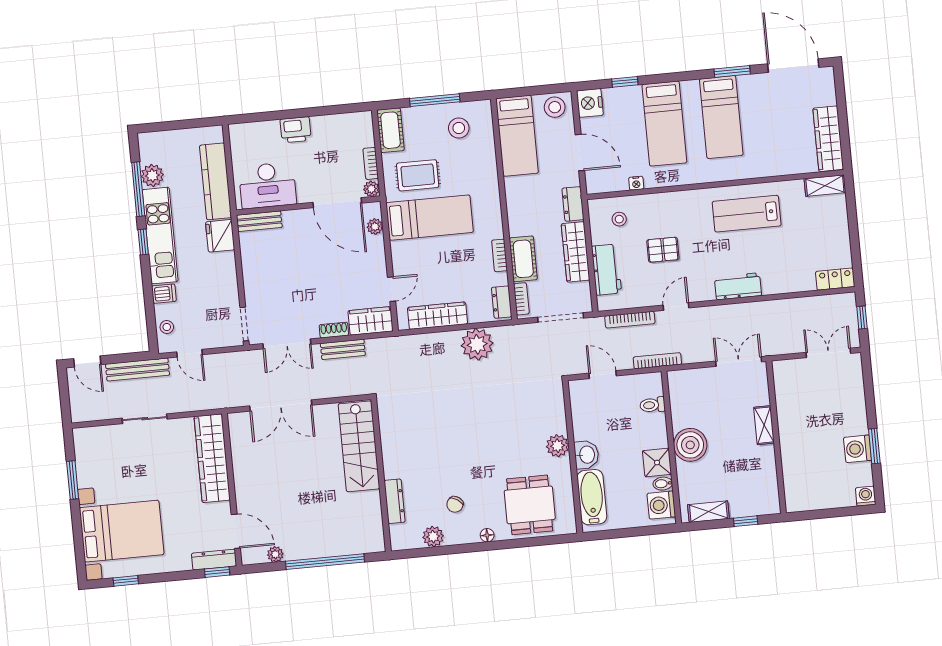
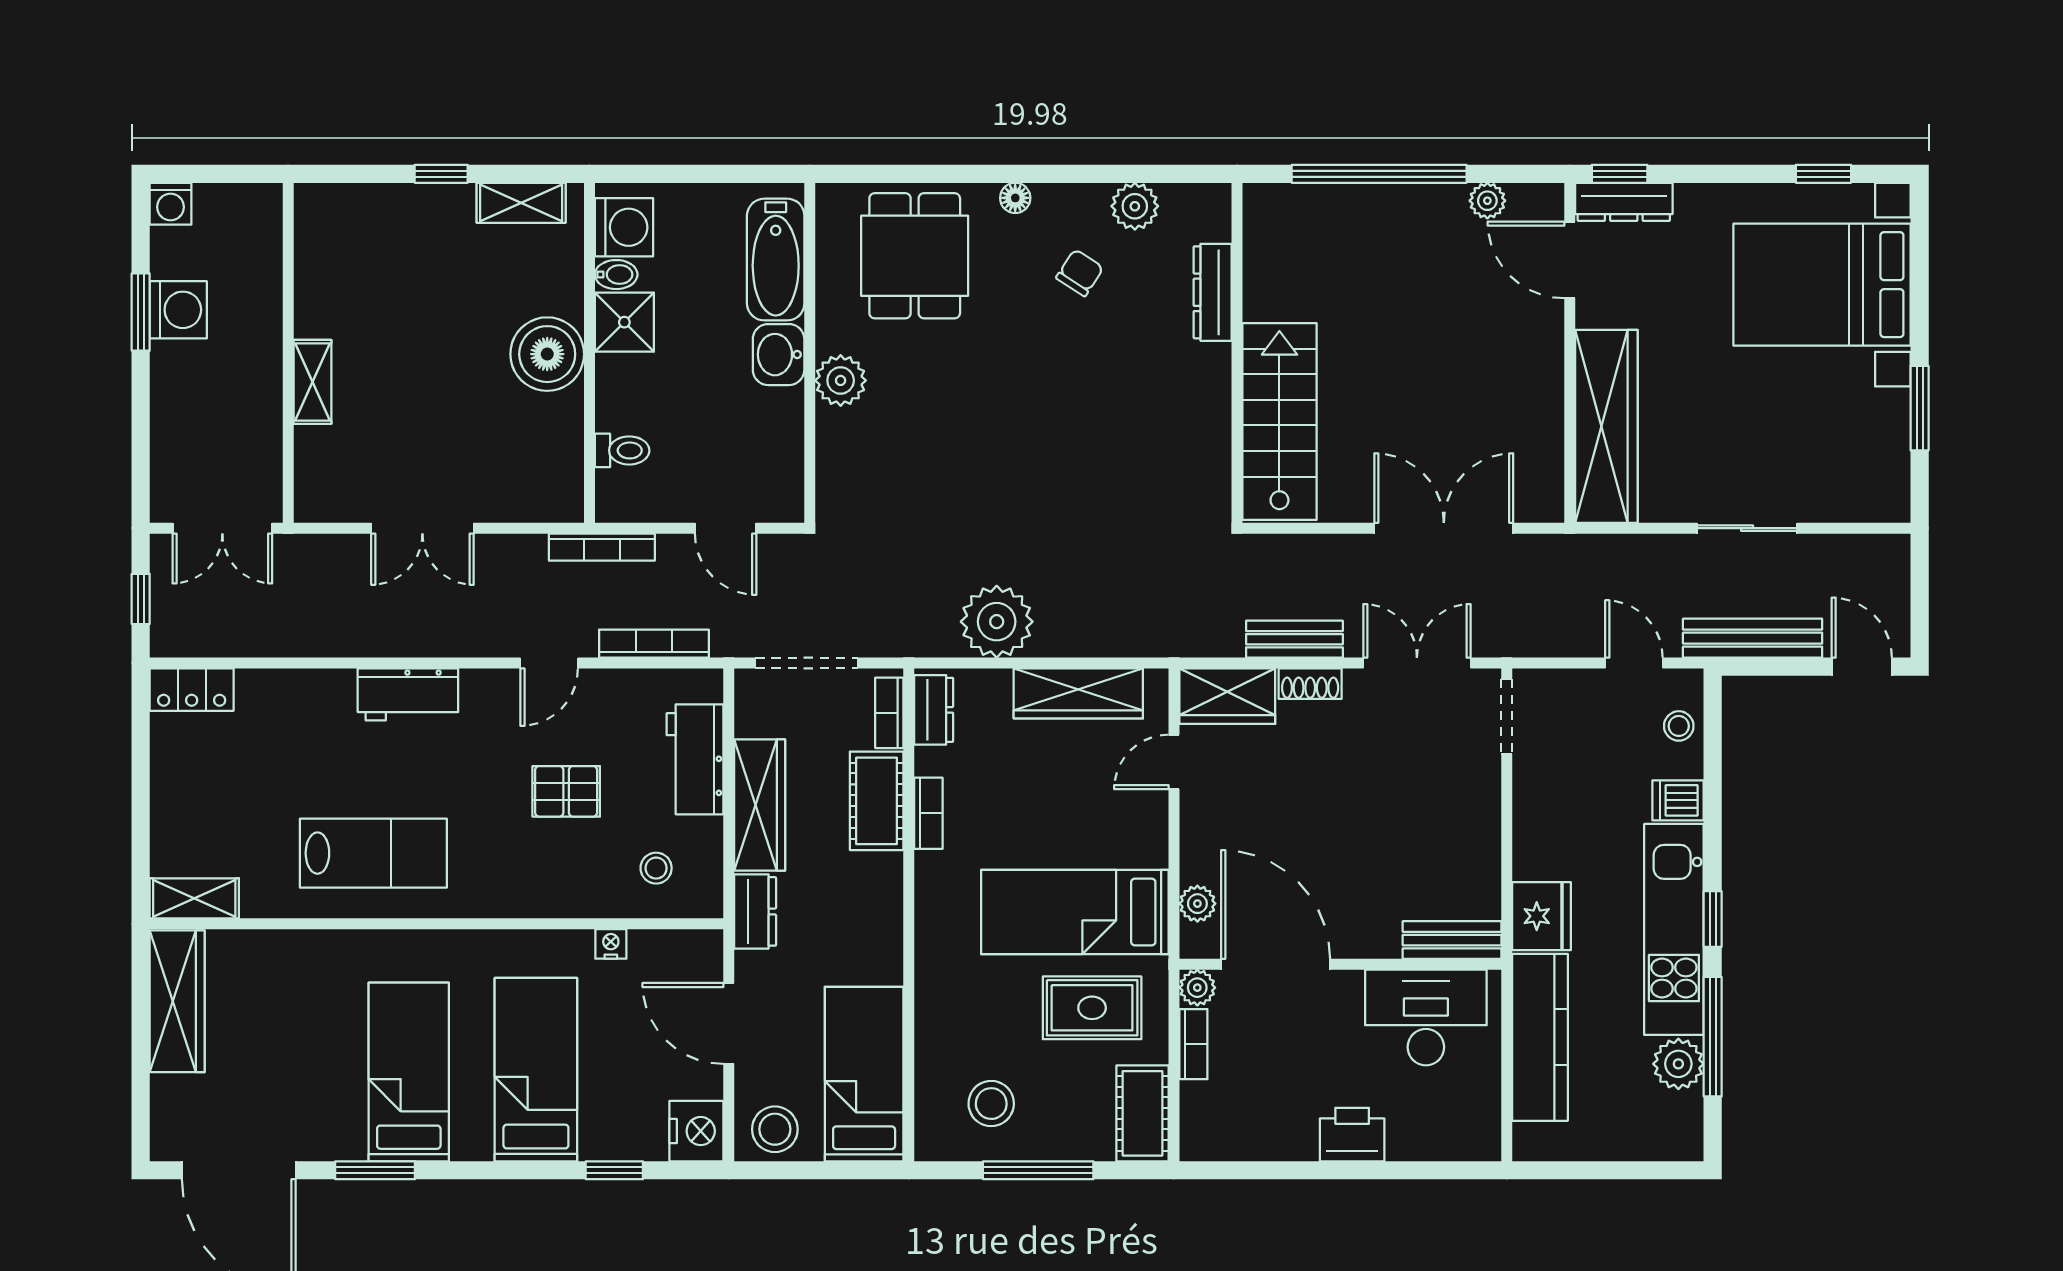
shelving: (764, 425) -> (312, 382), moved
wall: (776, 437) -> (288, 353), moved

